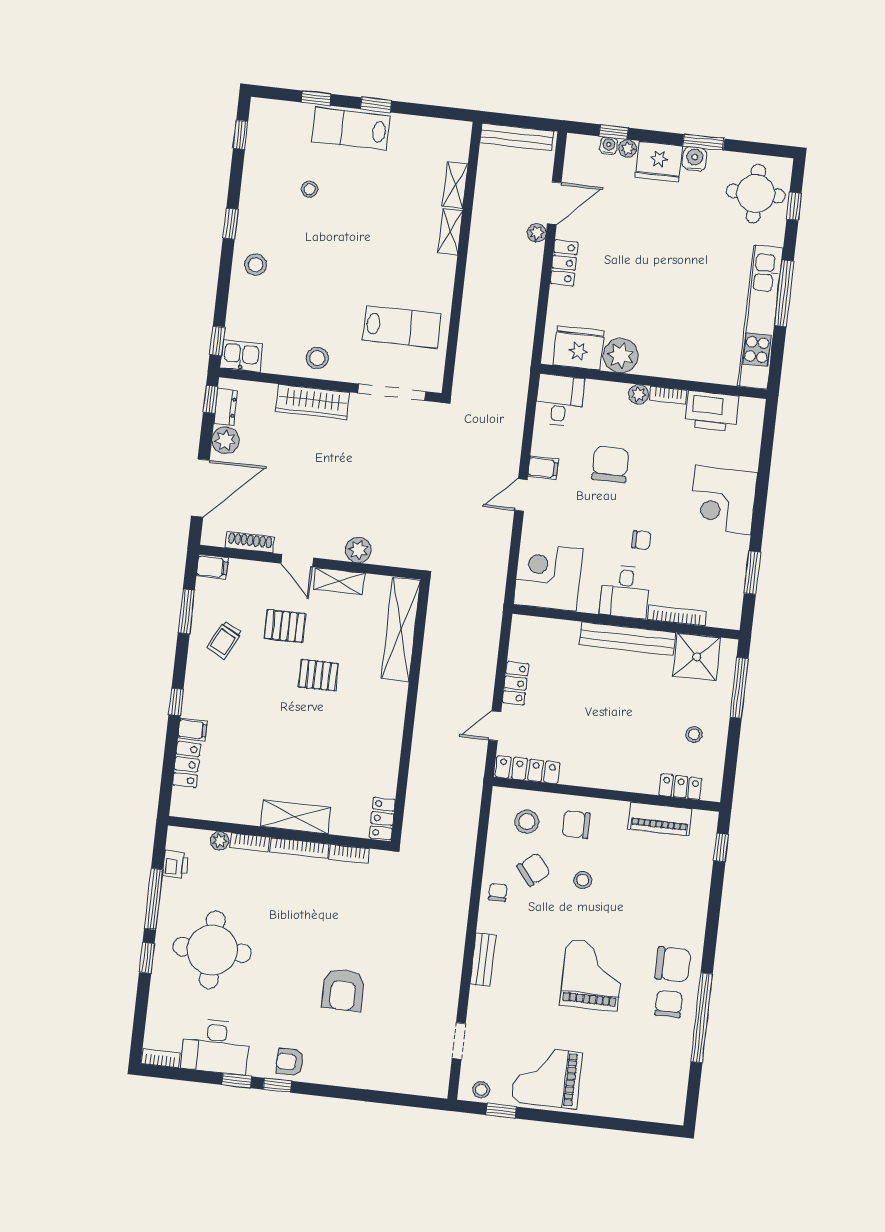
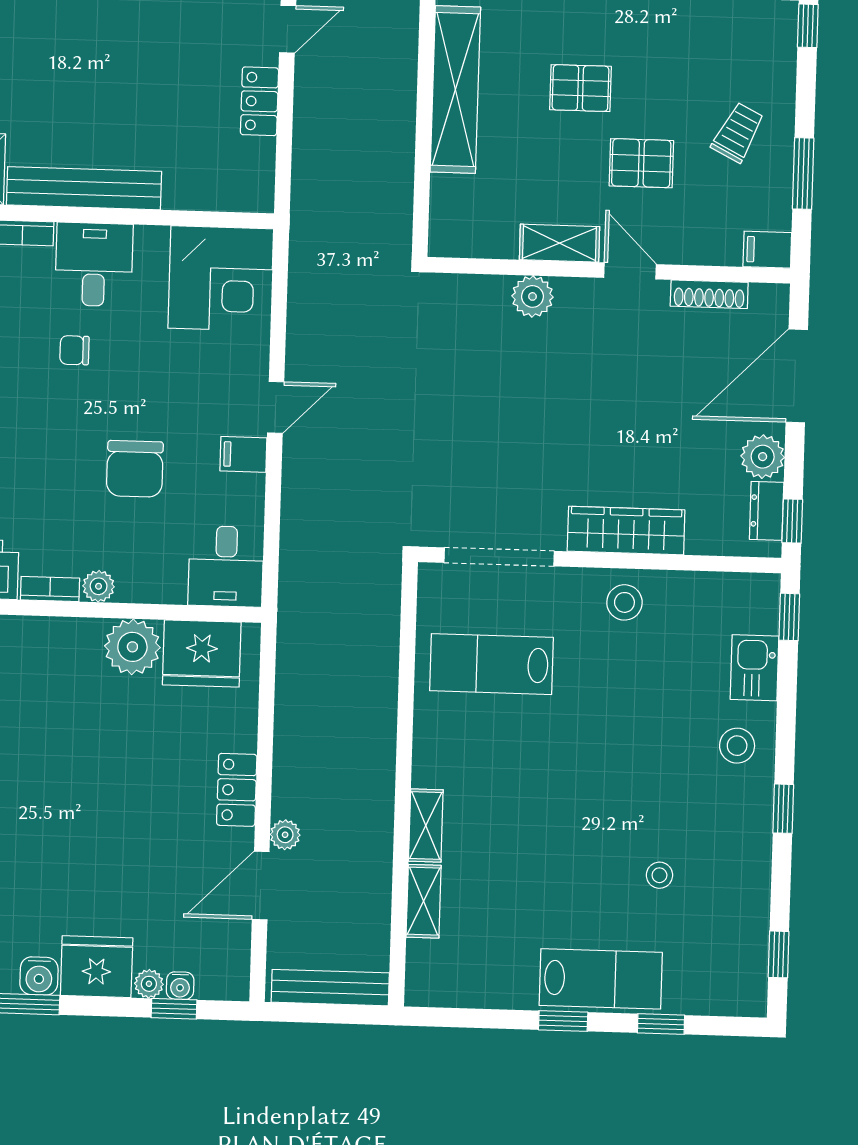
kitchen sink: (241, 356) -> (754, 668), moved, turned 90
shelving: (401, 630) -> (455, 89), moved

